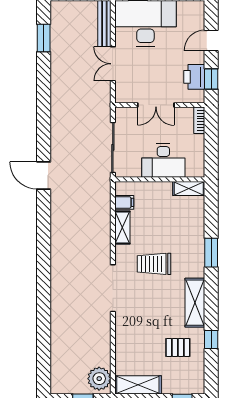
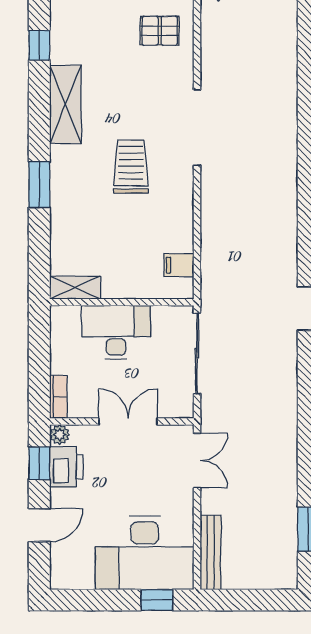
double door: (113, 64) -> (197, 460), moved
plant: (198, 97) -> (60, 435), added
shelving: (122, 227) -> (182, 225), removed
trolley: (154, 264) -> (131, 167), turned -90
pallet: (178, 347) -> (160, 31), moved

